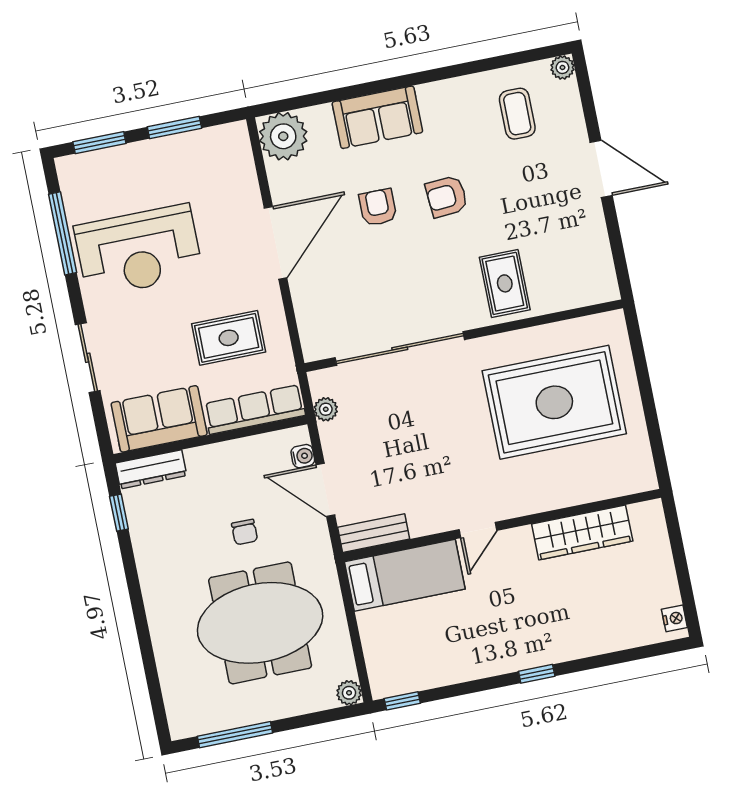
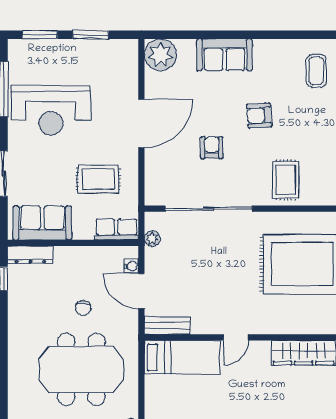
armchair: (378, 207) -> (212, 148), moved
row of seats: (255, 409) -> (116, 229), width x0.68

